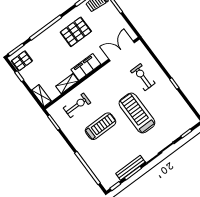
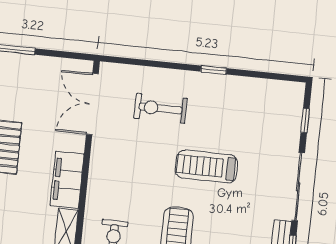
treadmill: (137, 113) -> (206, 166), width x0.73, depth x0.73

